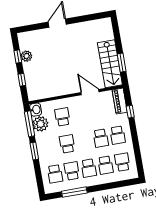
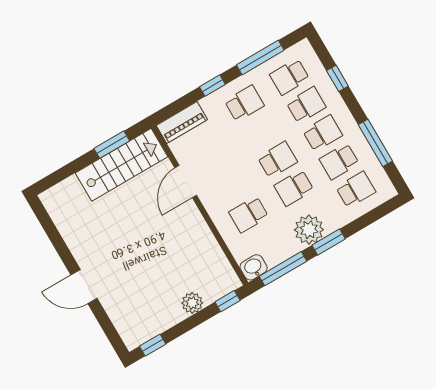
plant: (26, 56) -> (192, 303), moved
window: (18, 57) -> (153, 345), moved
window: (22, 80) -> (228, 301), moved
window: (130, 112) -> (212, 86), moved
plant: (40, 124) -> (309, 230), moved
school desk: (101, 138) -> (277, 160), moved
window: (137, 151) -> (260, 57), added
window: (113, 185) -> (337, 78), added

